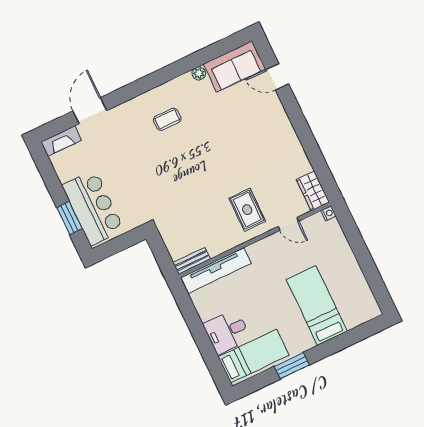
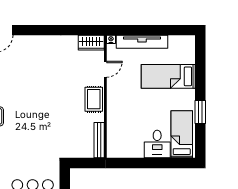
rug: (247, 210) -> (94, 99), moved, turned 90
bench: (192, 261) -> (99, 140), width x1.36
tv unit: (216, 270) -> (142, 42), moved, turned 90

